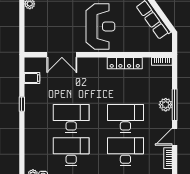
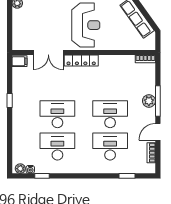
locker: (125, 63) -> (81, 61), moved
filing cabinet: (32, 78) -> (19, 61), moved

